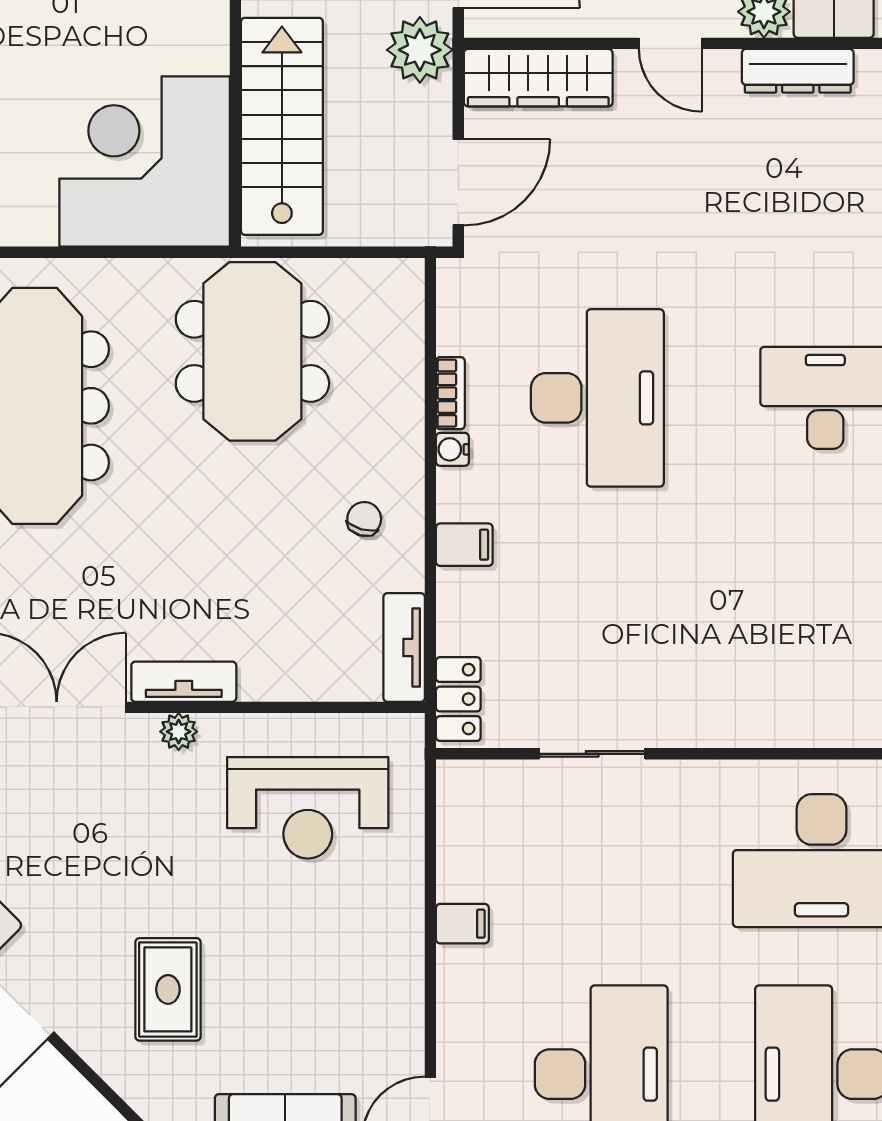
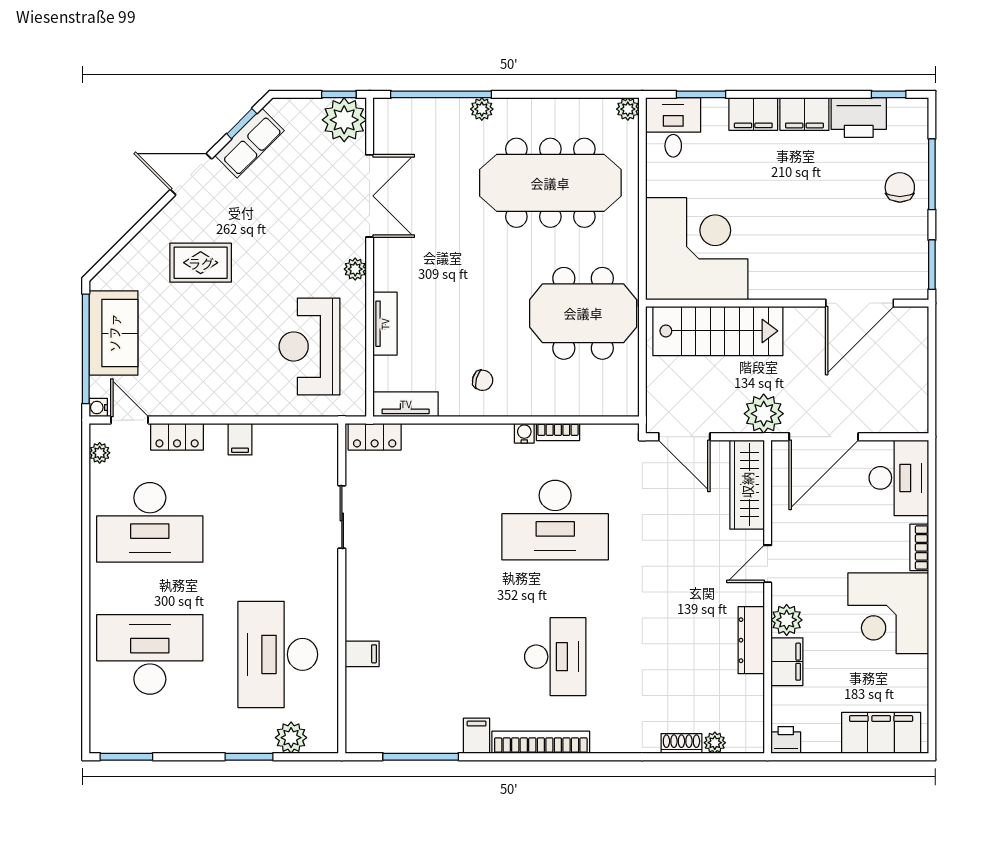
filing cabinet: (464, 545) -> (362, 654), moved, turned -90
tv unit: (184, 682) -> (385, 324), moved
locker: (458, 1029) -> (177, 437), added

